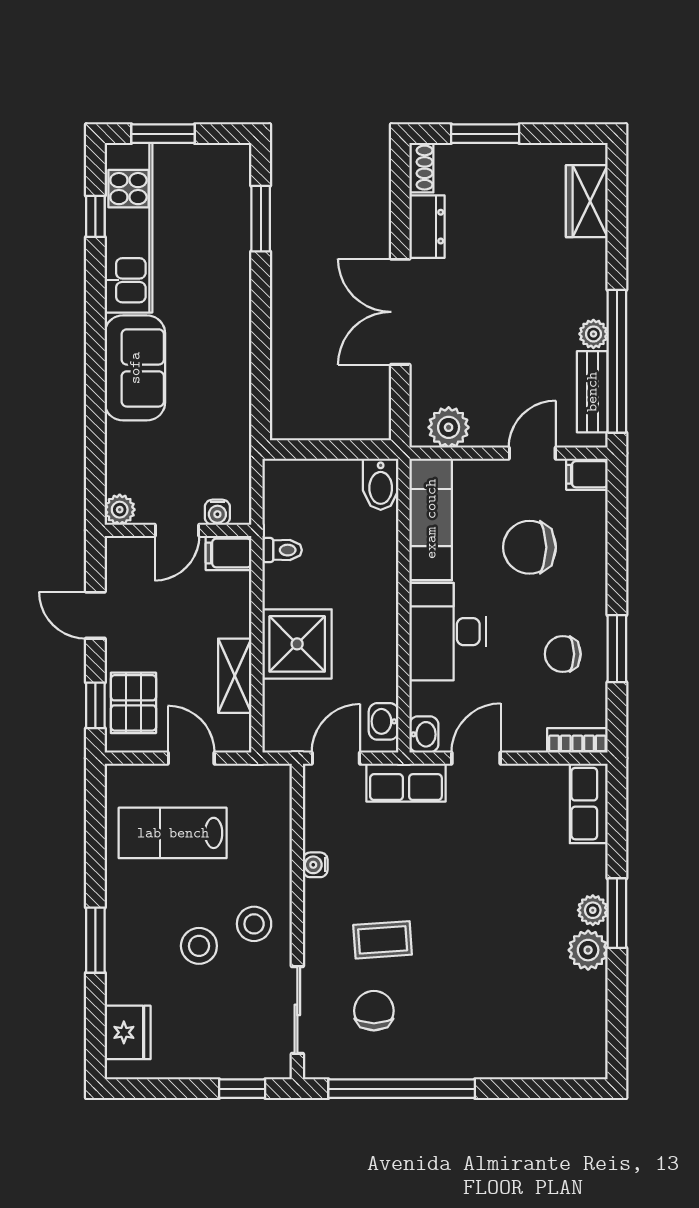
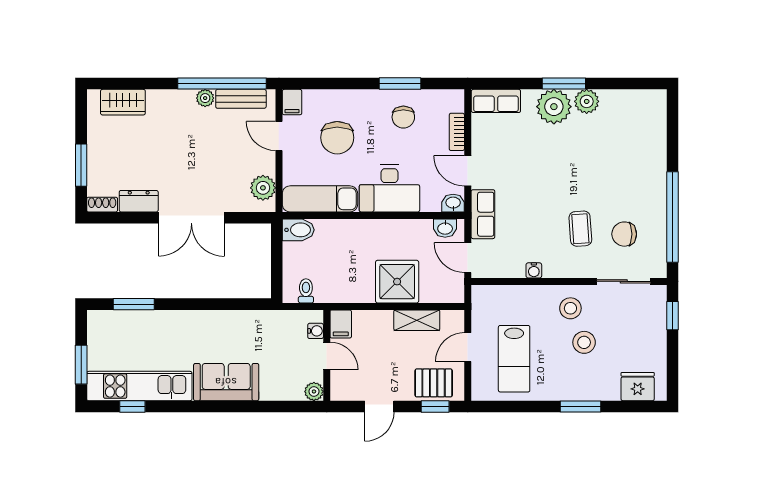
toilet: (282, 550) -> (306, 291), moved
bookcase: (577, 740) -> (457, 132), moved
plant: (593, 910) -> (554, 107), width x1.88, depth x1.88

